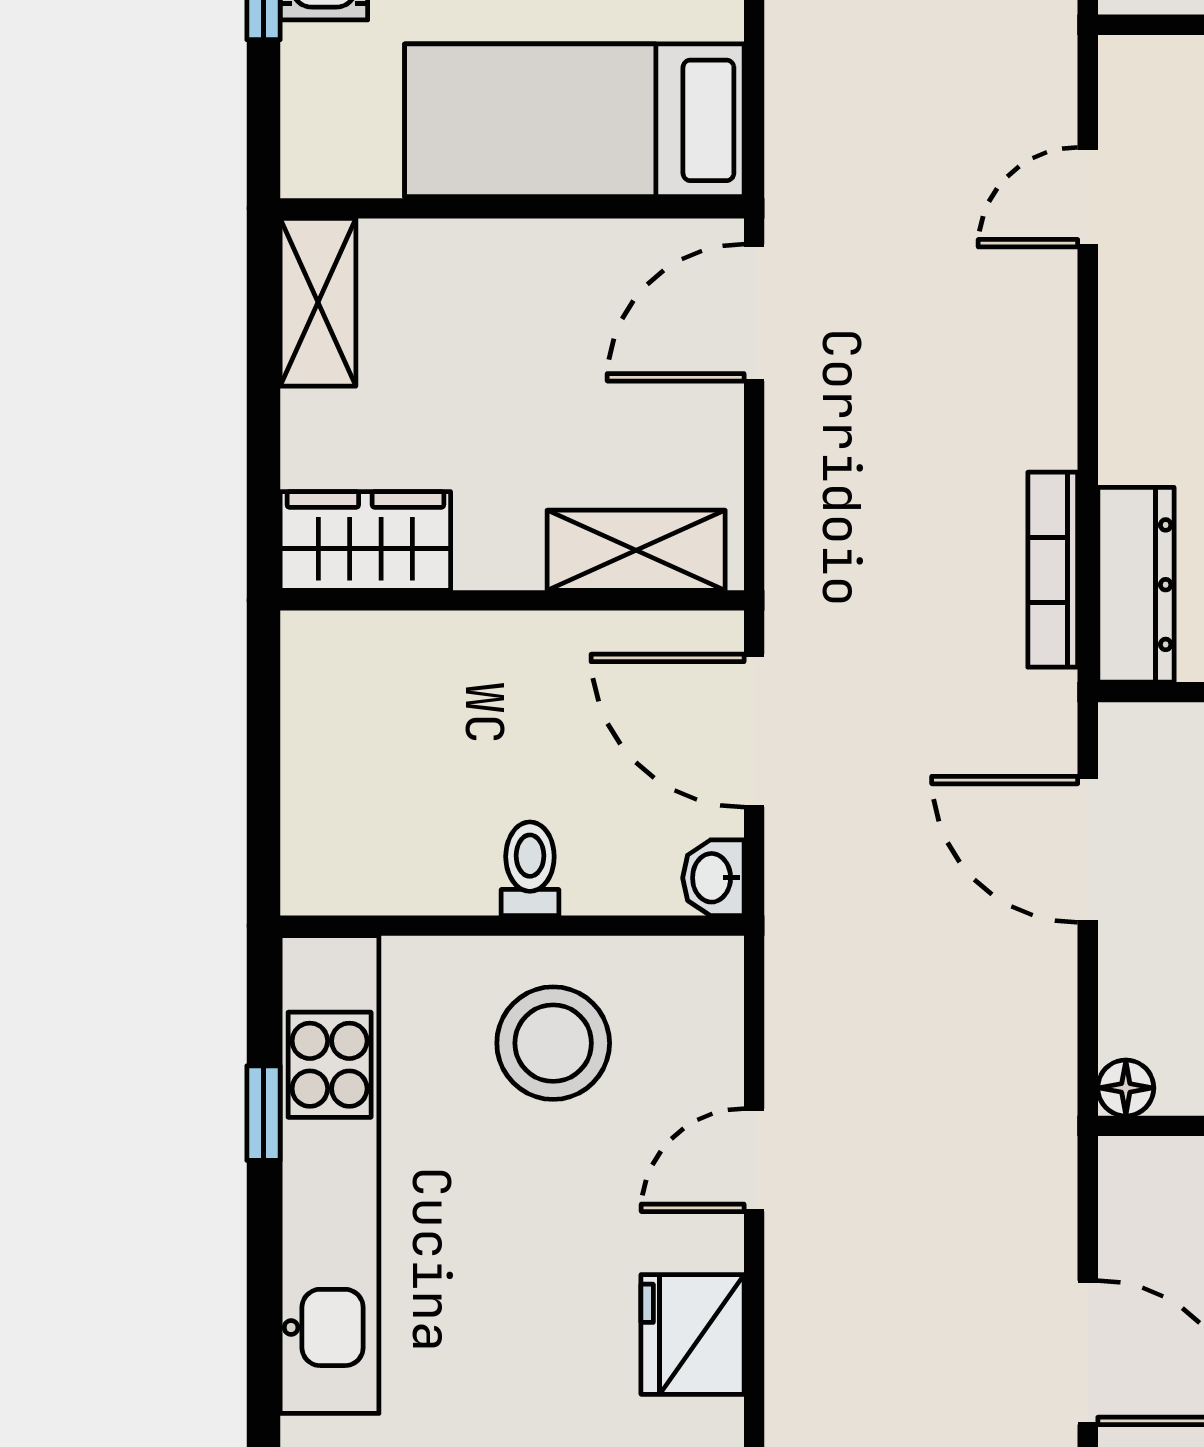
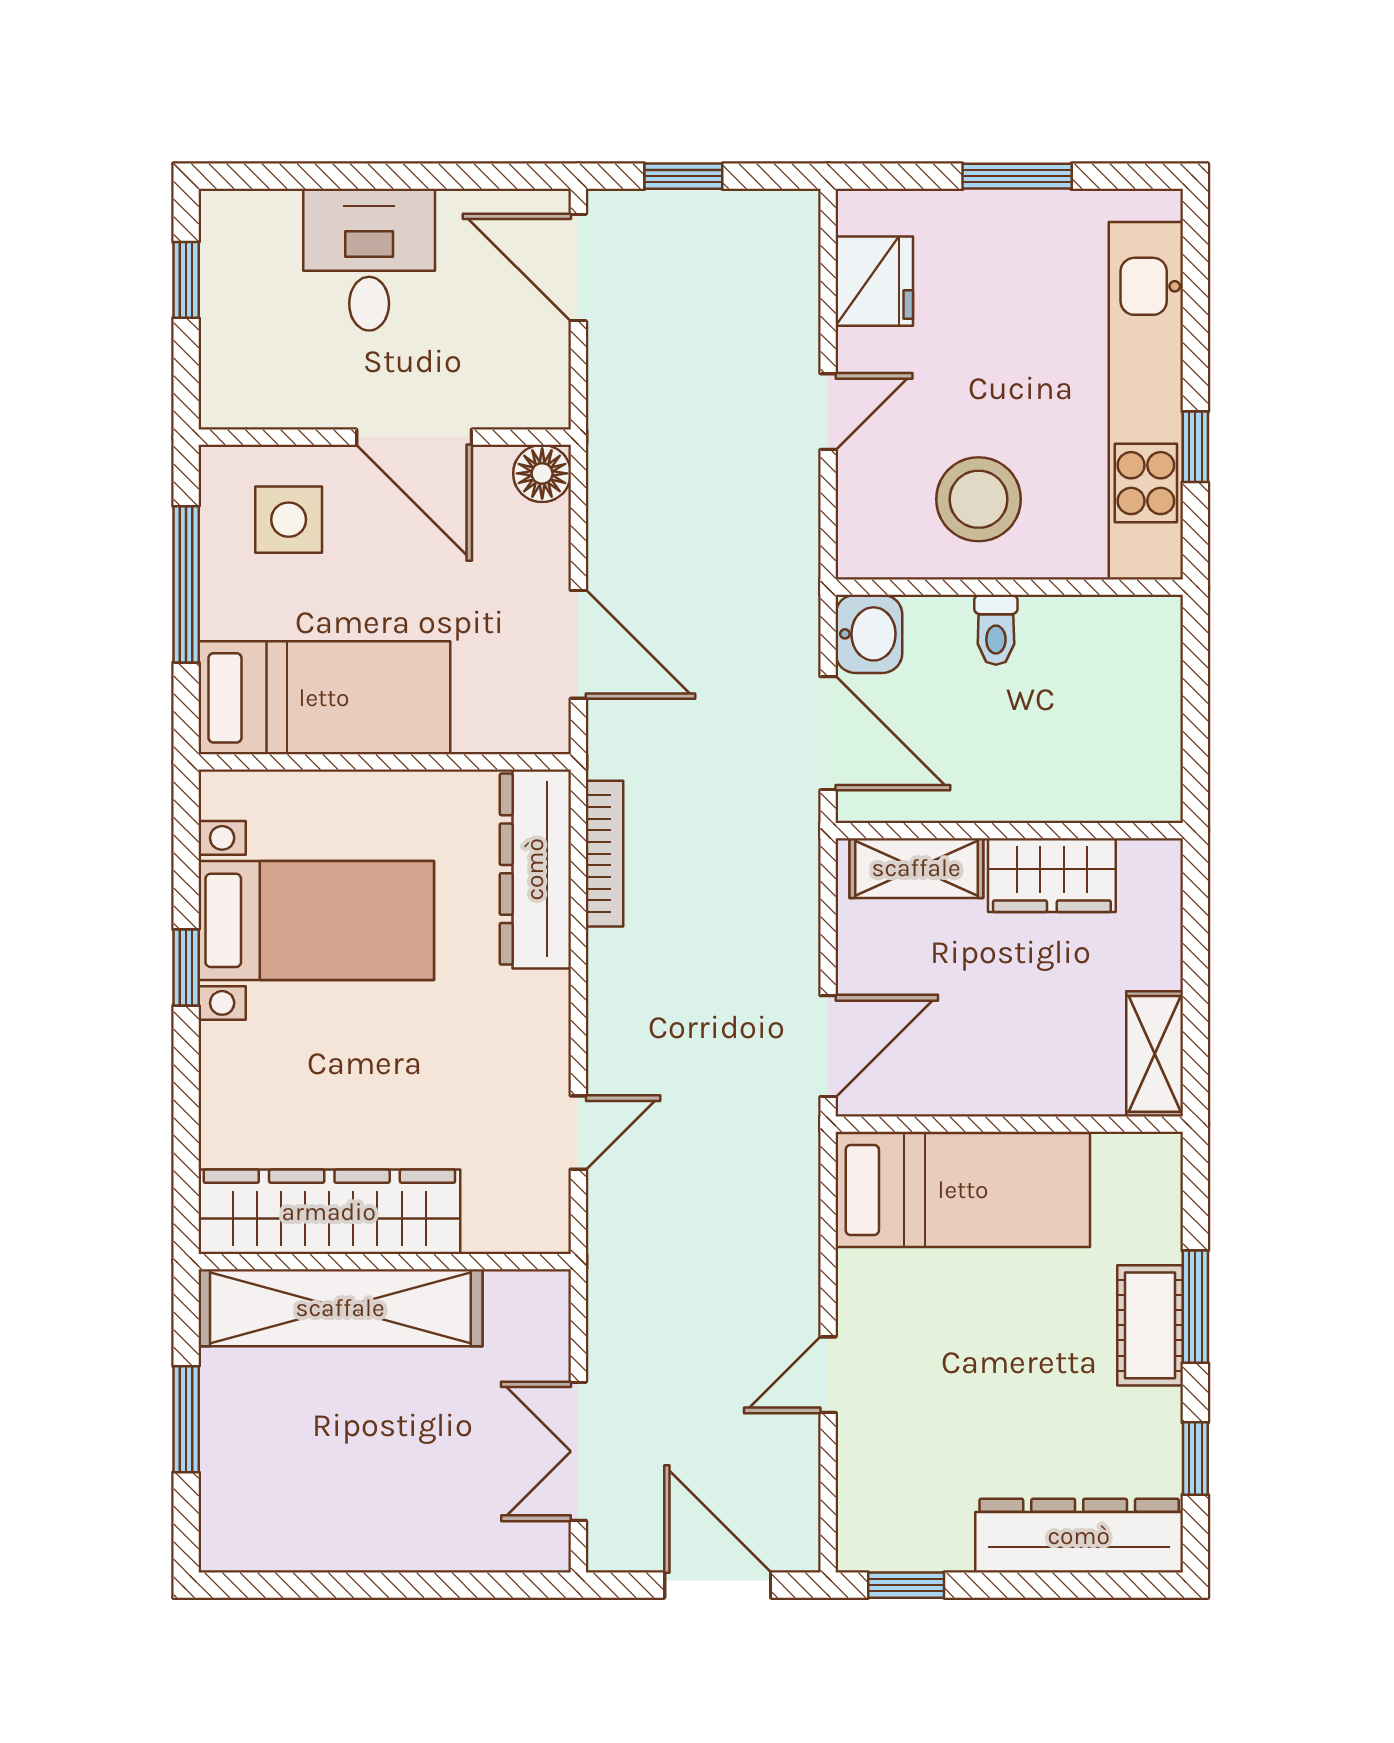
wardrobe: (365, 541) -> (1052, 875), moved
dresser: (1136, 585) -> (535, 869), width x1.37, depth x1.24
washbasin: (713, 878) -> (869, 634), width x1.38, depth x1.45
floor lamp: (1126, 1088) -> (542, 473), width x1.37, depth x1.37

